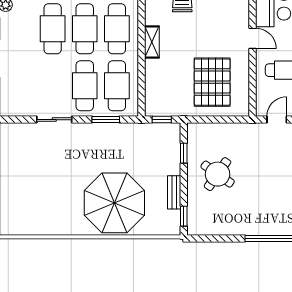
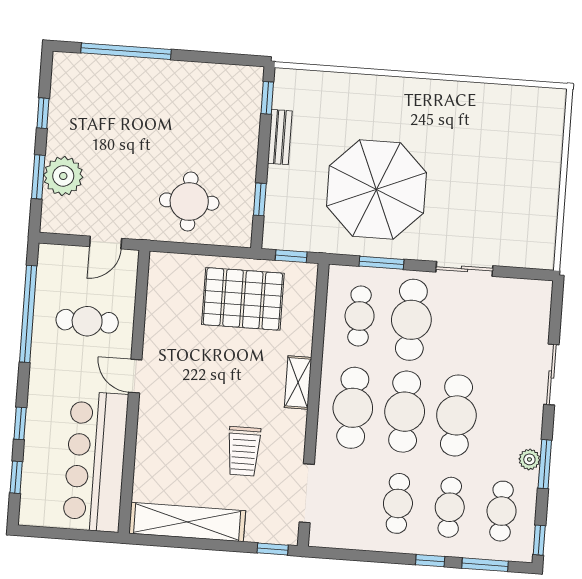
pallet: (212, 82) -> (243, 299), moved, turned 90
cafe table: (117, 86) -> (360, 316), width x0.73, depth x0.74
round table: (218, 174) -> (189, 202), moved, turned -35
parasol: (114, 203) -> (376, 189), moved

